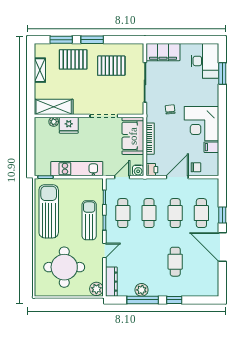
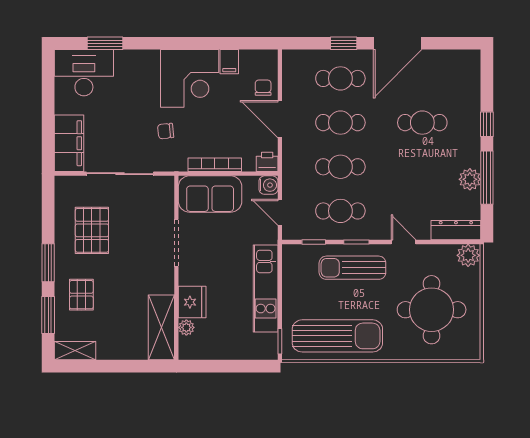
pallet: (73, 59) -> (81, 295), width x0.67, depth x0.71
shelving: (40, 70) -> (75, 351), moved
sun lounger: (49, 211) -> (337, 336), turned 180

